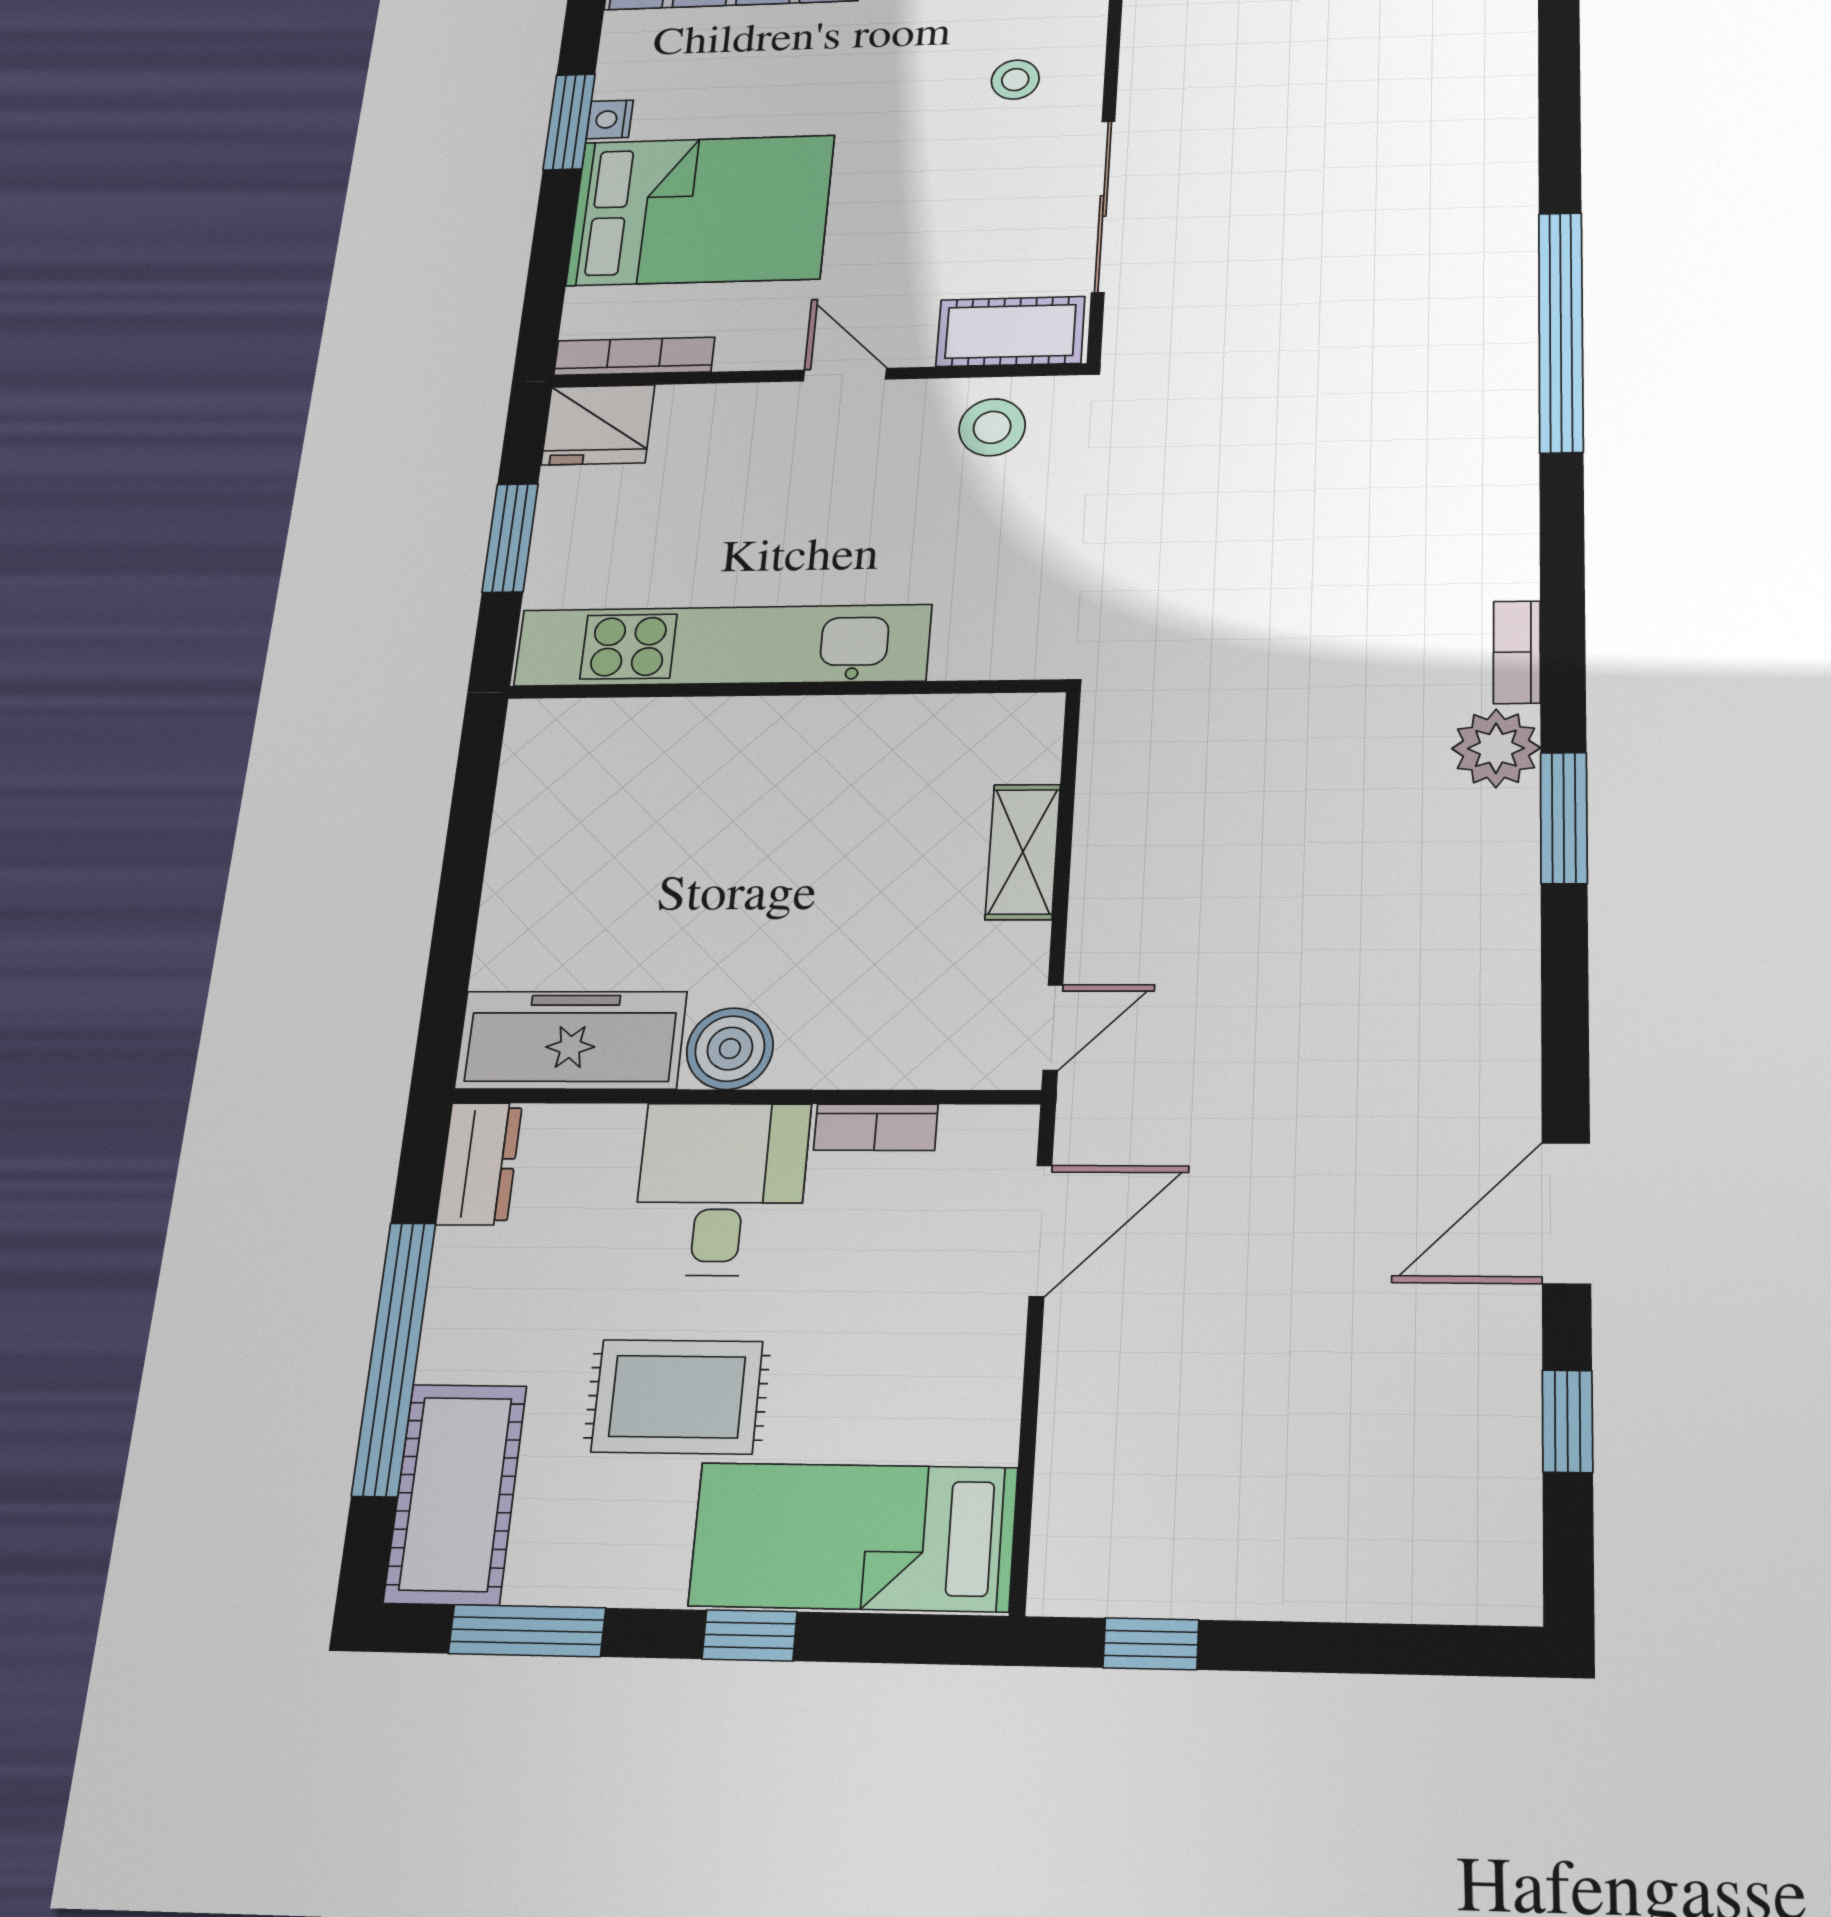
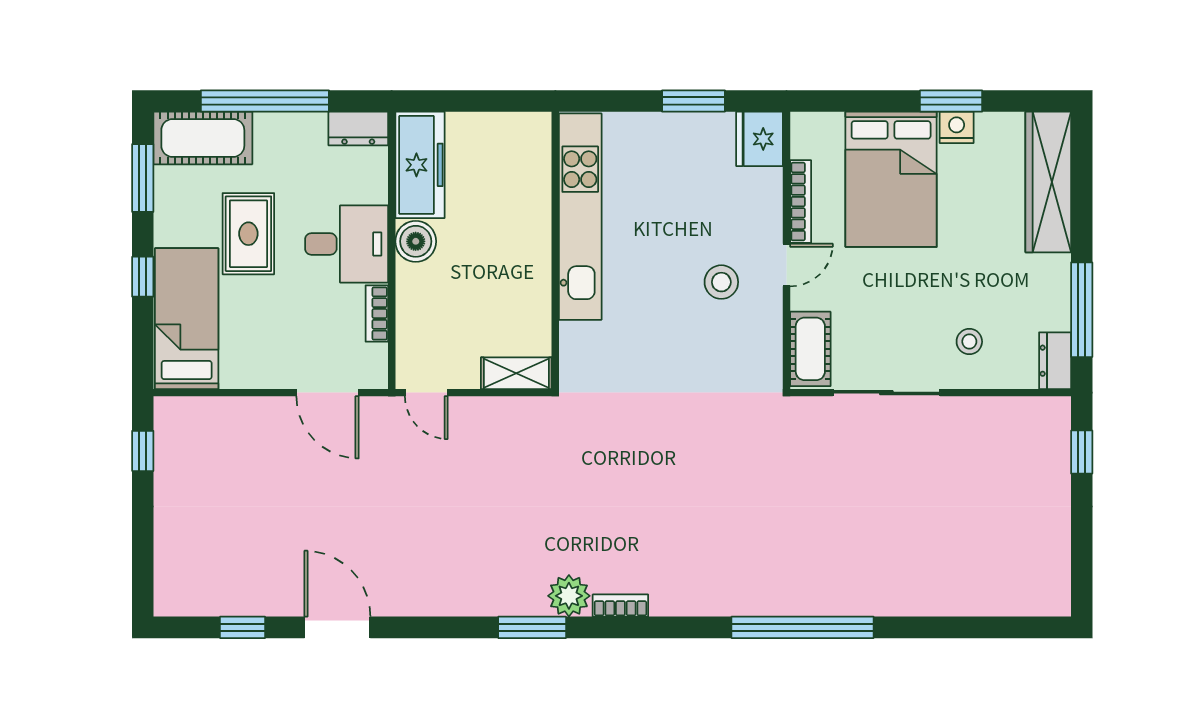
nightstand: (610, 119) -> (957, 127), width x1.39, depth x1.35
bookcase: (634, 356) -> (801, 202), moved
stool: (992, 427) -> (721, 282), moved
kitchen unit: (722, 645) -> (580, 217), moved
wall: (785, 689) -> (555, 250), moved

